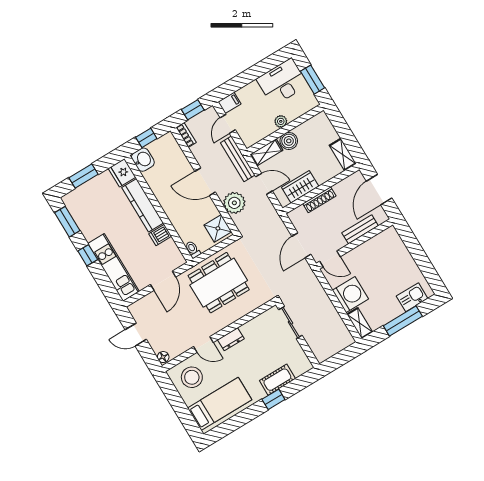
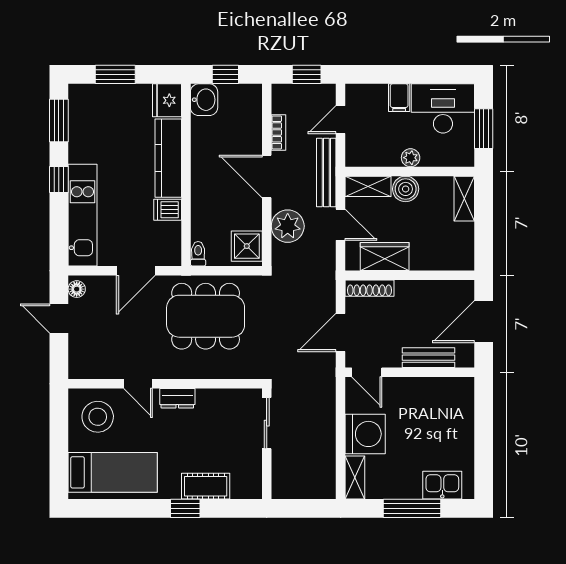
filing cabinet: (230, 103) -> (399, 98), moved, turned 90
bookcase: (186, 135) -> (278, 132), moved
shelving: (343, 154) -> (464, 199), moved
shoe rack: (319, 200) -> (369, 288), moved
floor lamp: (163, 357) -> (77, 289), moved

